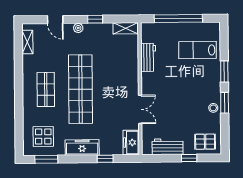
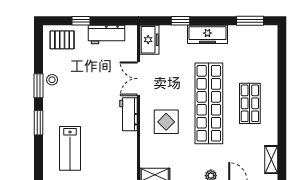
lab bench: (198, 50) -> (70, 148), turned 90
workbench: (148, 57) -> (128, 114), moved
display table: (43, 137) -> (166, 122), moved

